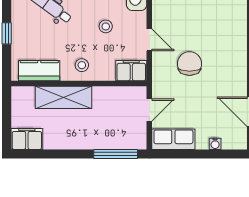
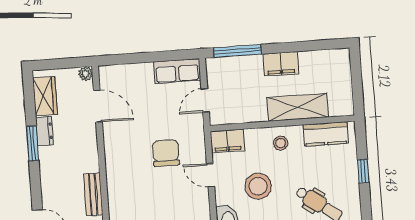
stool: (106, 26) -> (258, 186), width x1.89, depth x1.89
chair: (189, 64) -> (166, 153), turned 180
filing cabinet: (27, 139) -> (281, 64), moved
water cooler: (215, 144) -> (132, 69), removed

